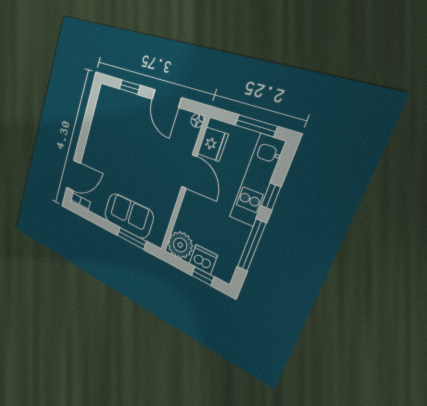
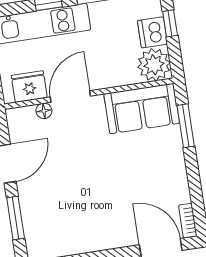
window: (130, 87) -> (16, 218), width x1.50
floor lamp: (198, 120) -> (44, 111), moved
sofa: (128, 216) -> (142, 109), moved, turned -90

